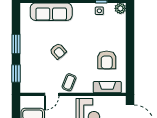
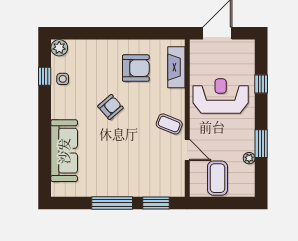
window: (16, 44) -> (112, 203), width x1.44
armchair: (58, 51) -> (110, 107), moved

